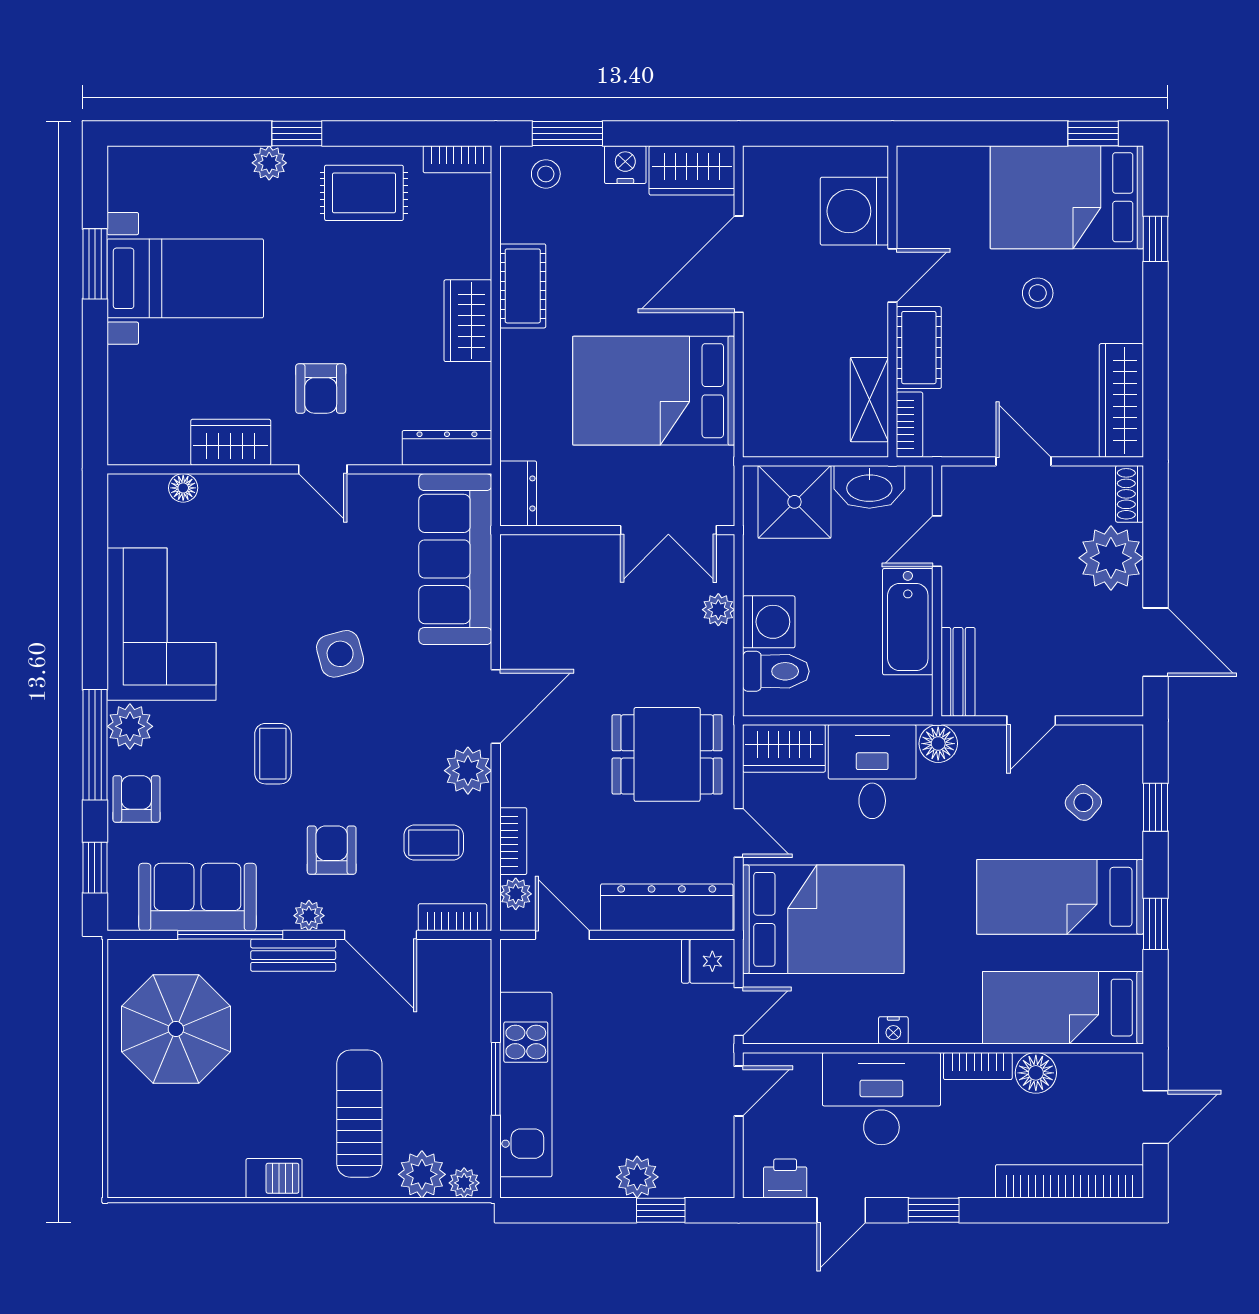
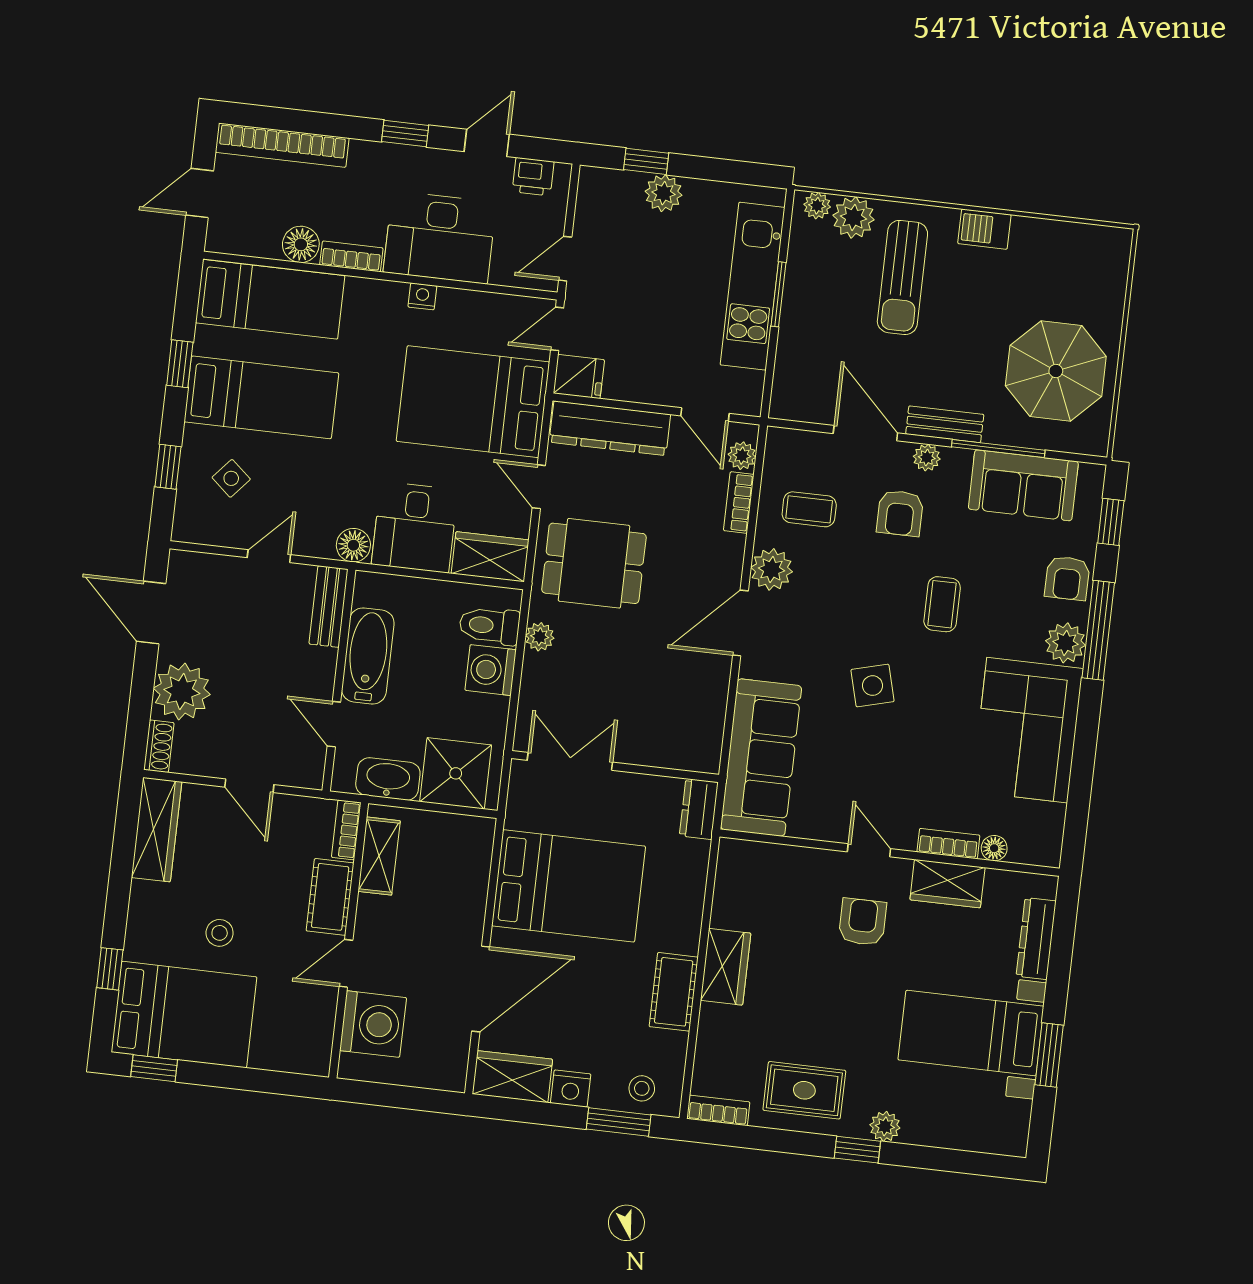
dresser: (447, 448) -> (1036, 939), moved, turned 90
door: (937, 541) -> (334, 724), swing flipped
plant: (718, 610) -> (540, 637), moved
bookcase: (453, 917) -> (948, 844), moved, turned 180

